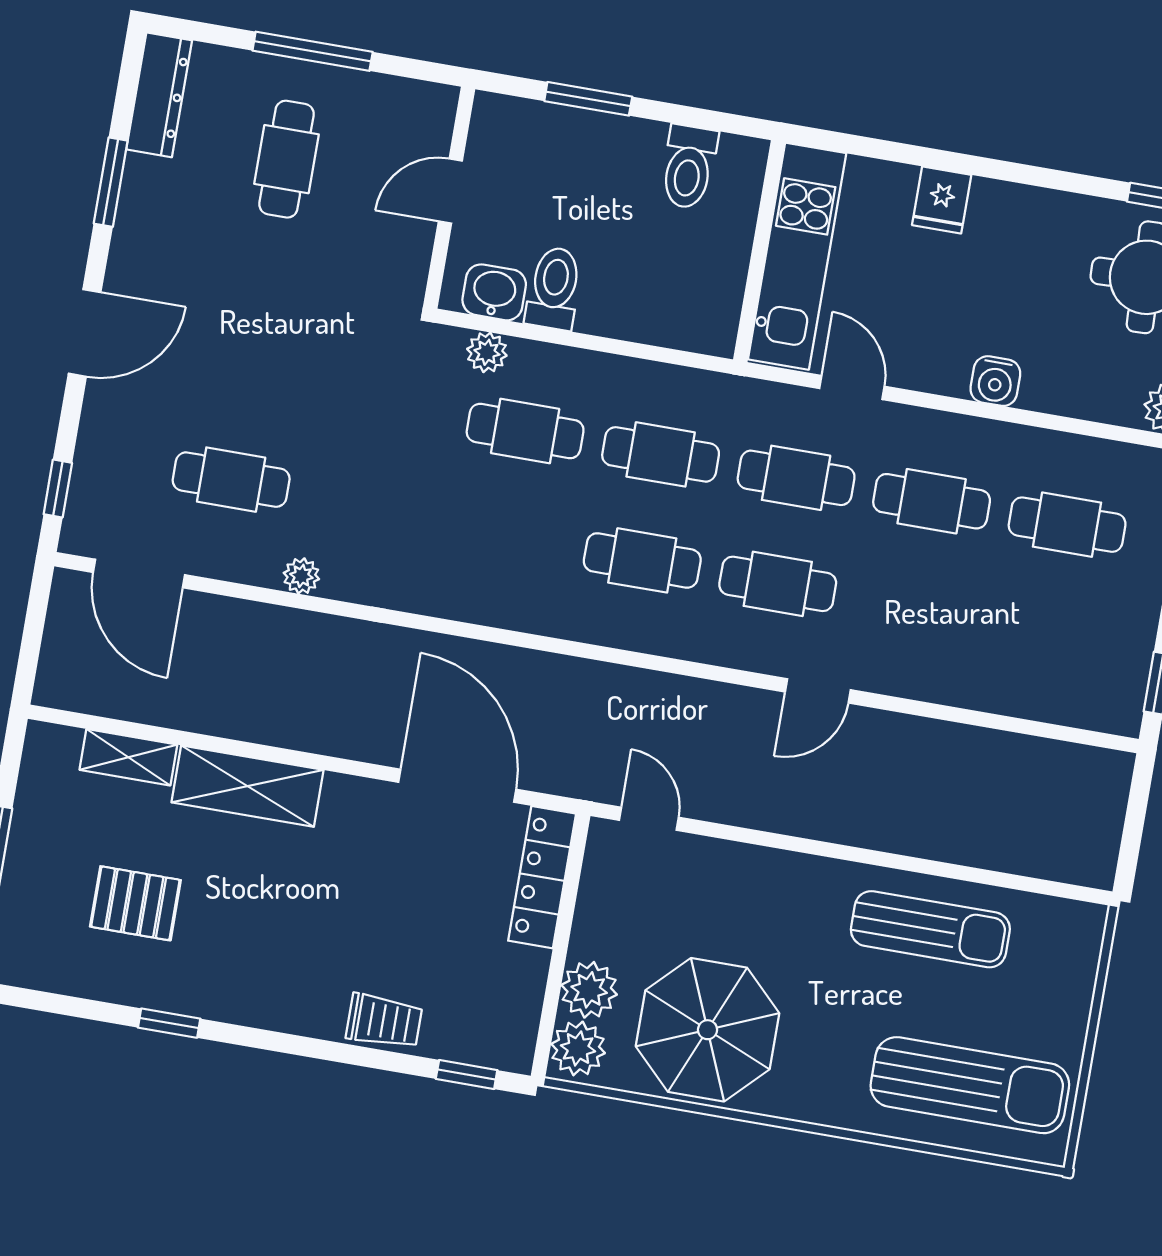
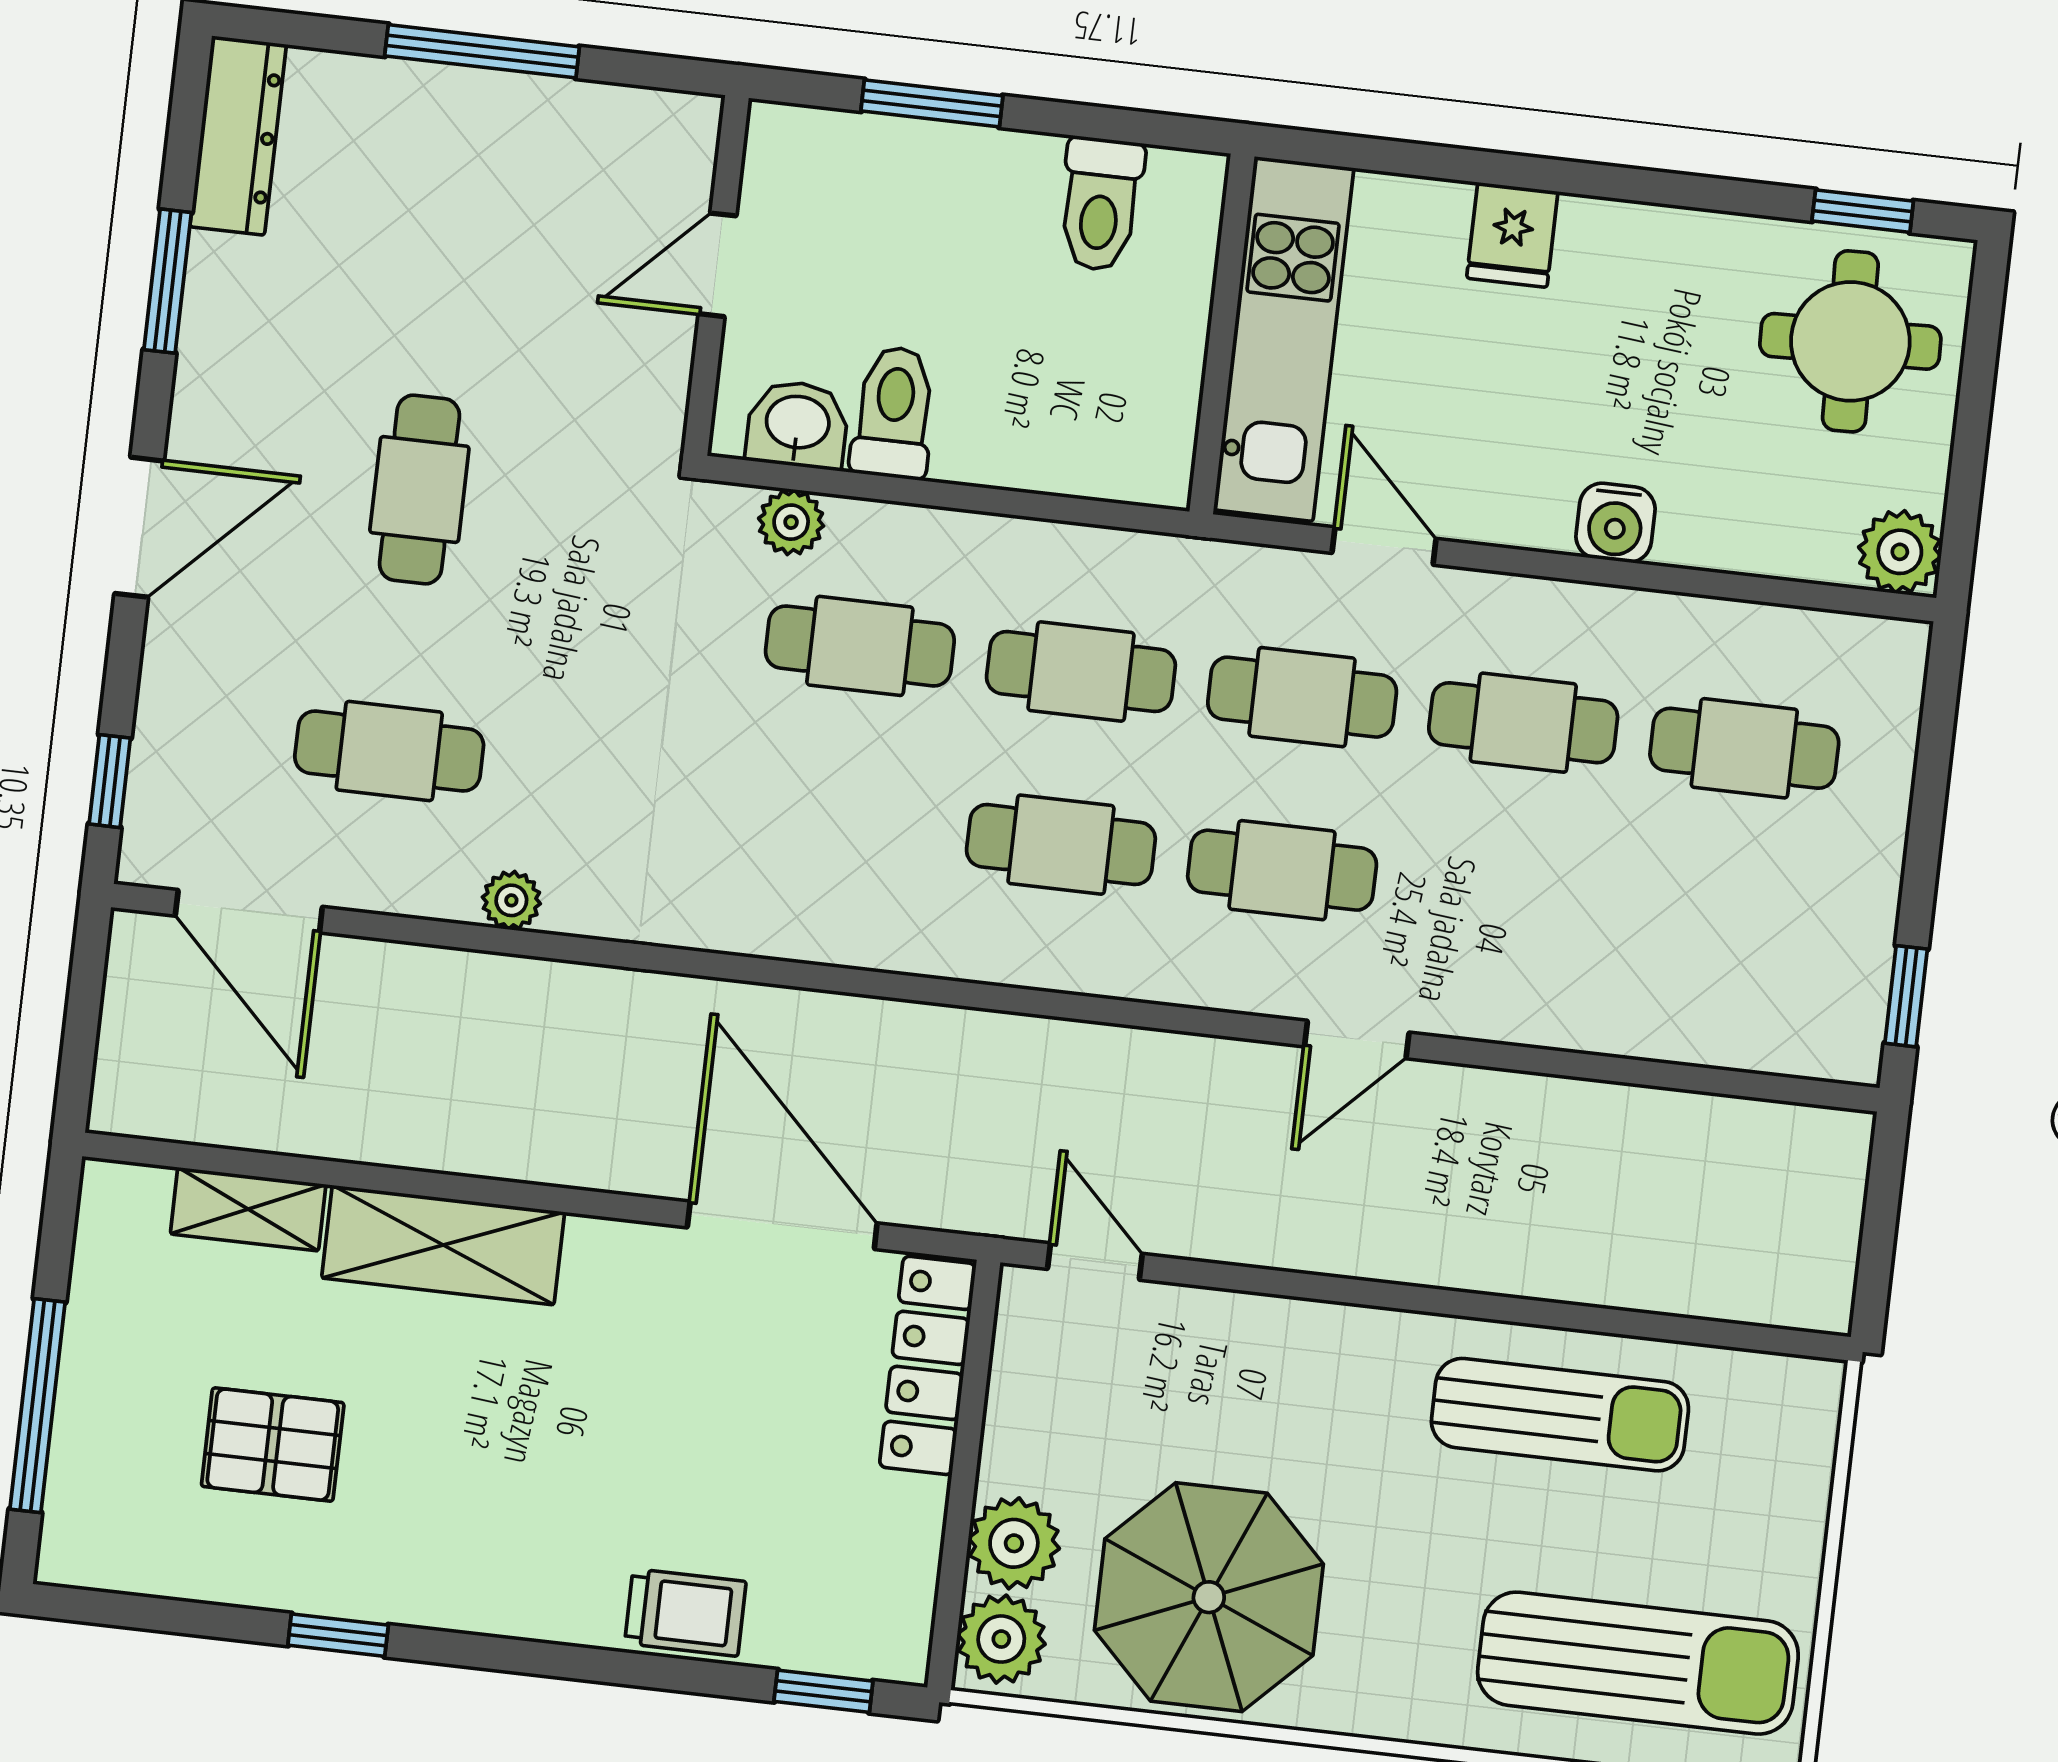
cafe table: (287, 159) -> (419, 489), moved

